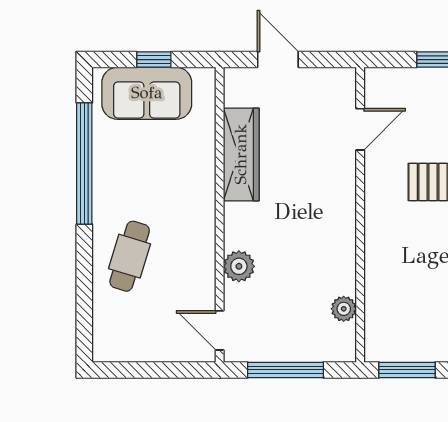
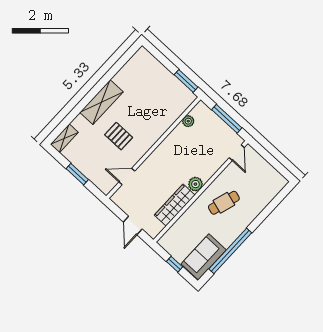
sofa: (147, 93) -> (204, 257), moved, turned -90
cafe table: (130, 256) -> (224, 203), moved
plant: (239, 266) -> (195, 184), moved

